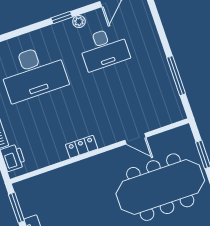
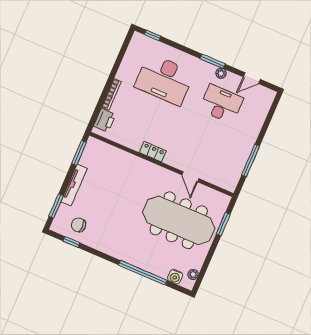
window: (62, 17) -> (213, 61), width x1.50
desk: (104, 49) -> (221, 104), turned 180

